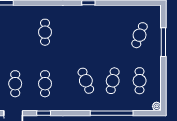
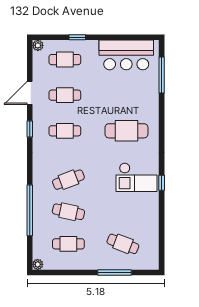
checkout: (84, 24) -> (137, 177), added
cafe table: (45, 32) -> (126, 131), width x1.37, depth x1.35

